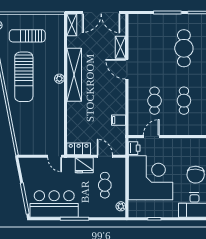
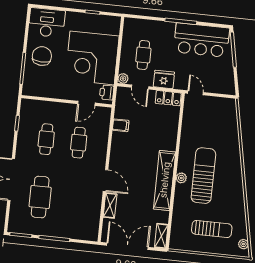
sun lounger: (24, 77) -> (203, 176), moved
plant: (121, 206) -> (123, 78), moved

